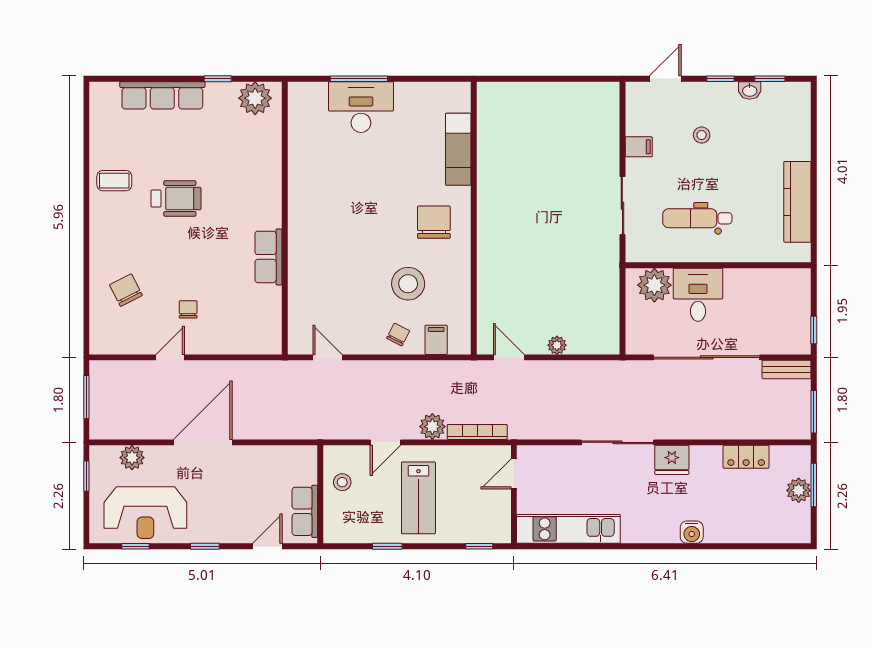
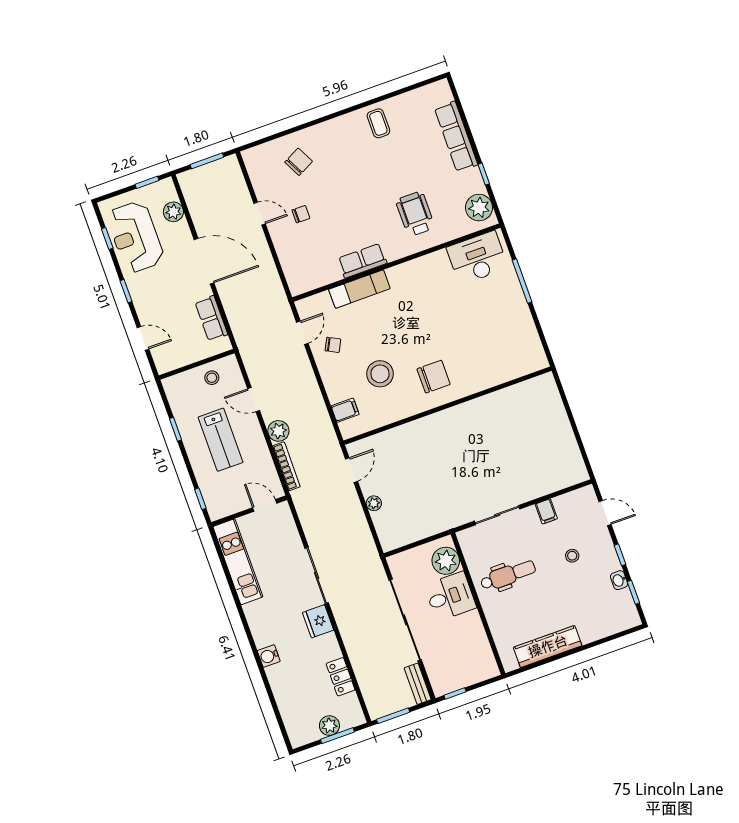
desk: (361, 107) -> (477, 258), moved, turned -90
exam couch: (458, 149) -> (359, 289), moved, turned 180
wheelchair: (176, 198) -> (415, 214), moved, turned 180
dental chair: (697, 218) -> (508, 575), turned 90
chair: (398, 335) -> (333, 345), moved
lab bench: (418, 498) -> (221, 440), turned -90
row of seats: (305, 511) -> (211, 318), moved, turned -90

